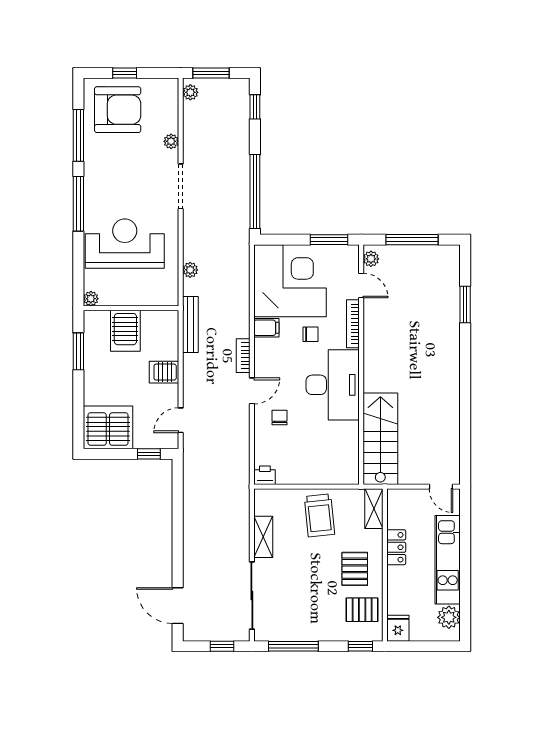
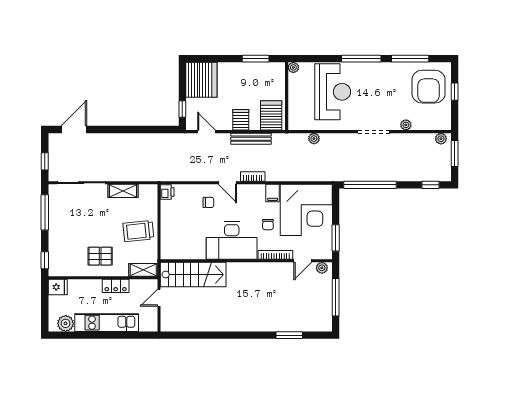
bench: (190, 324) -> (251, 139), moved
server rack: (125, 331) -> (271, 115), moved, turned 90
door: (441, 487) -> (159, 298), moved
pallet: (362, 610) -> (71, 261), removed

